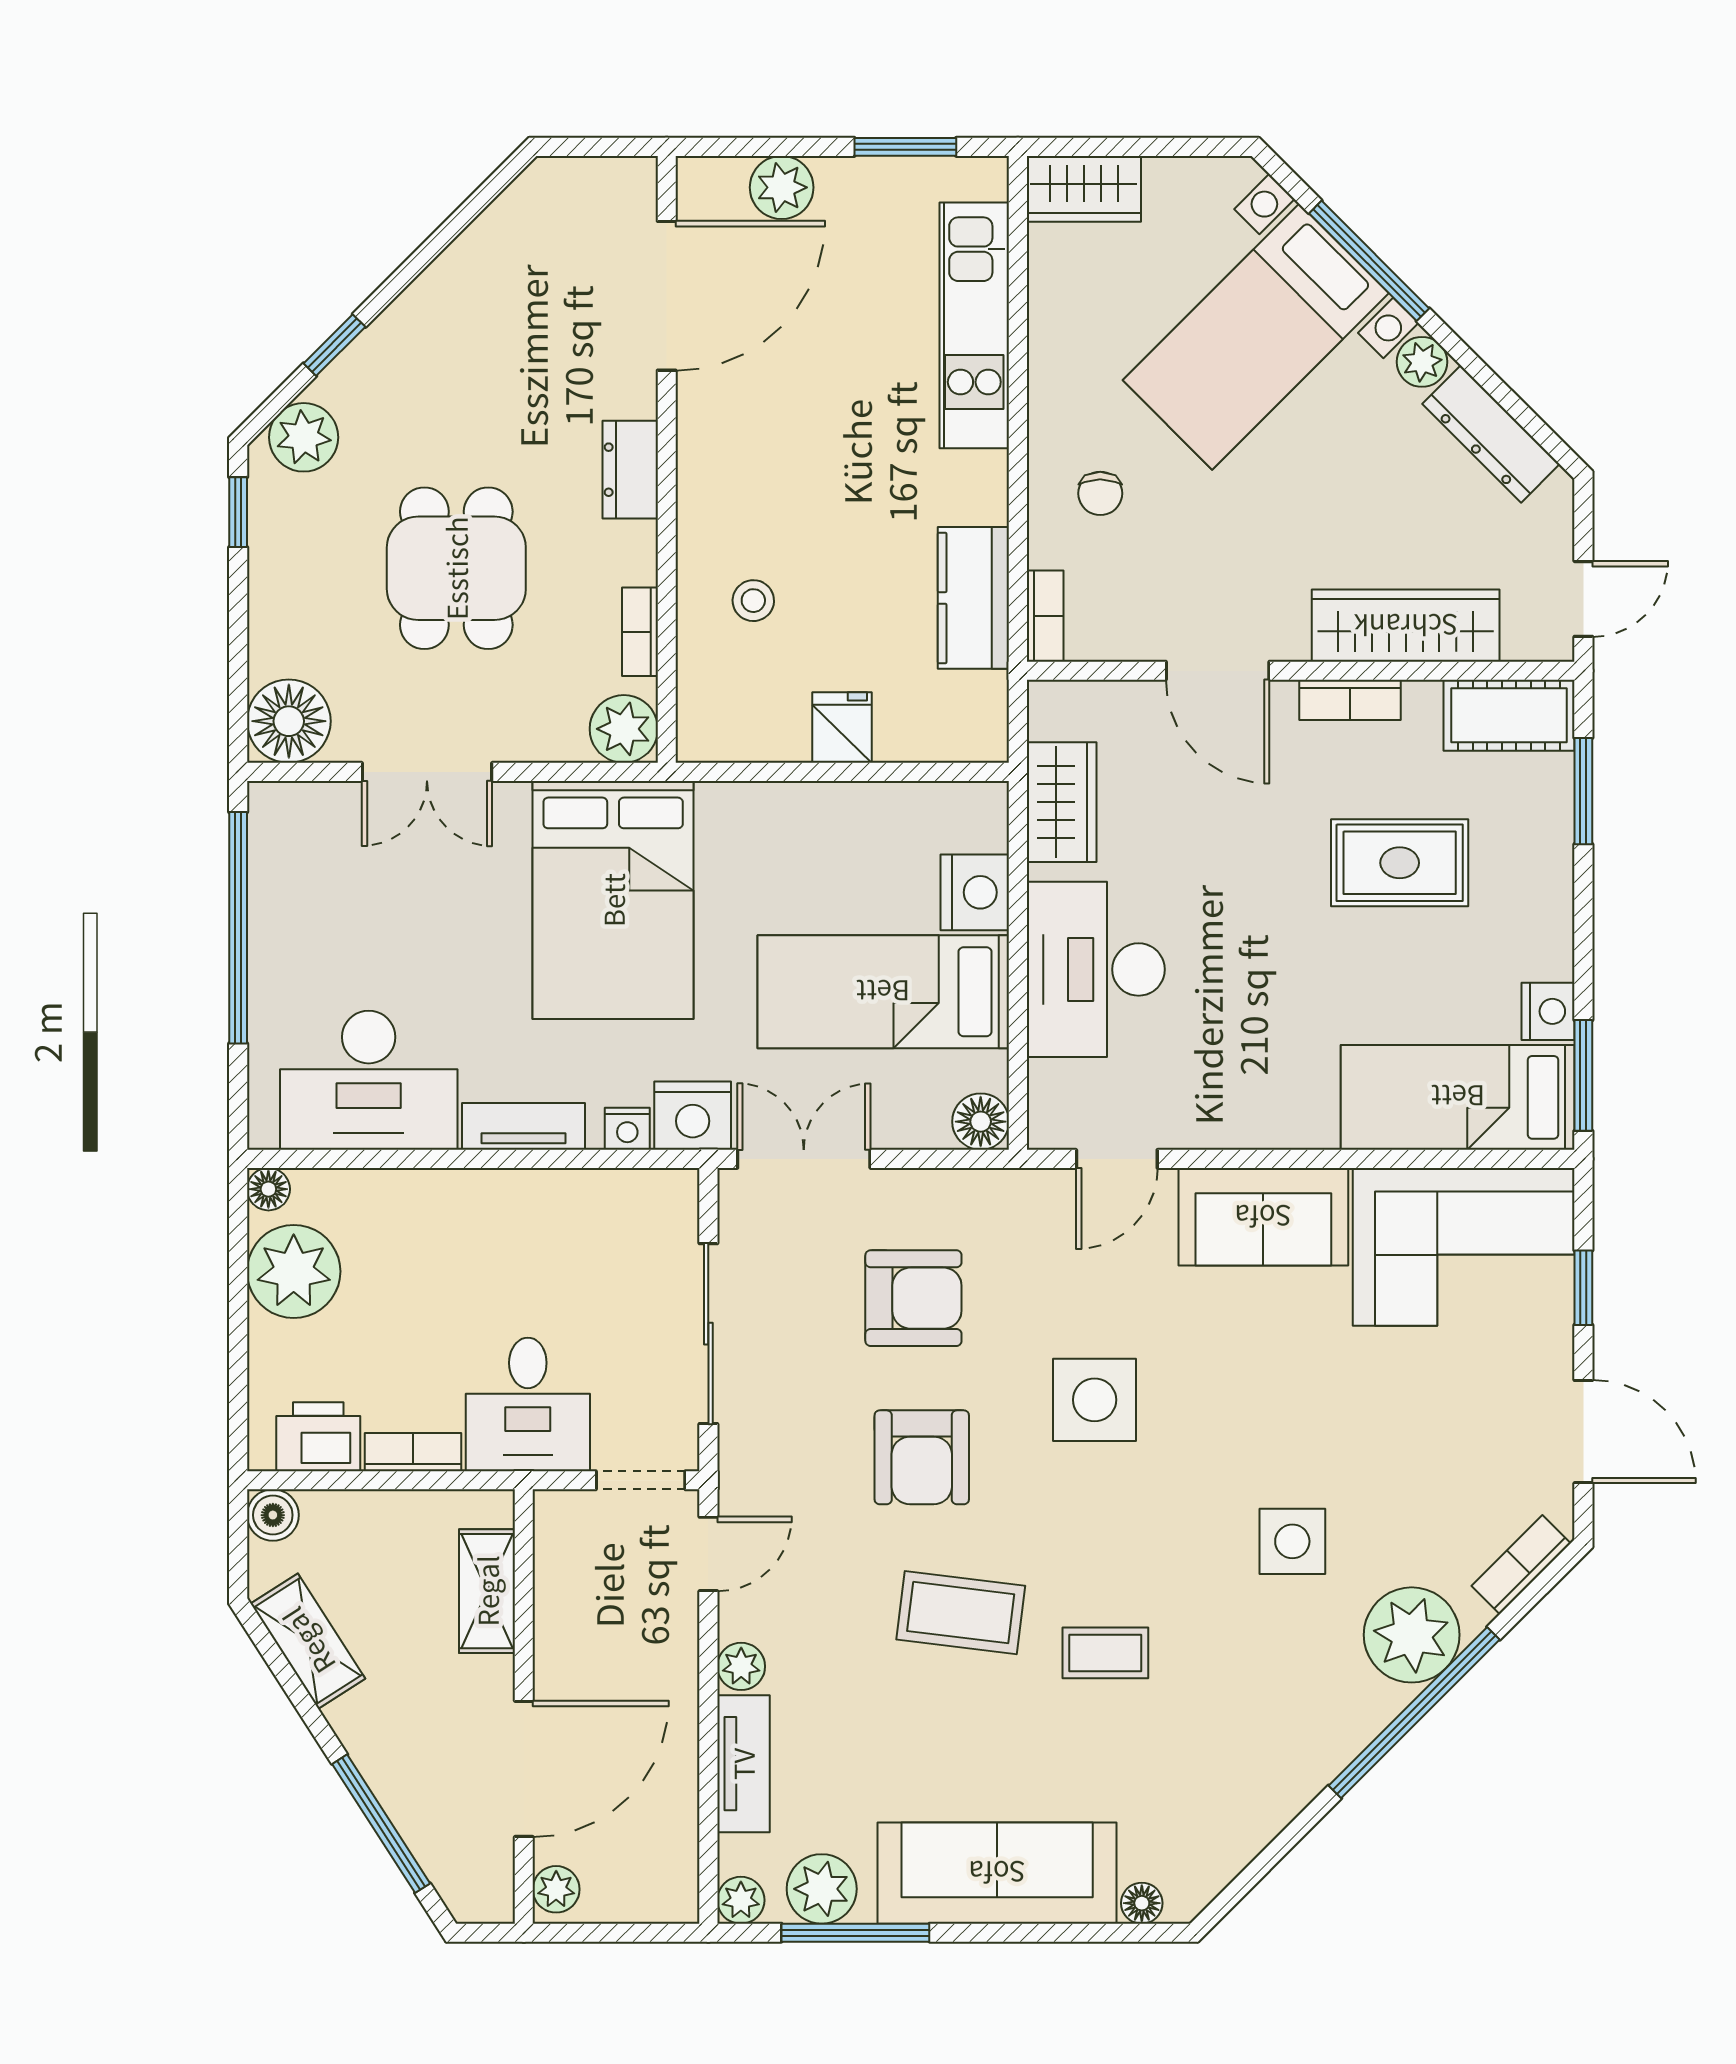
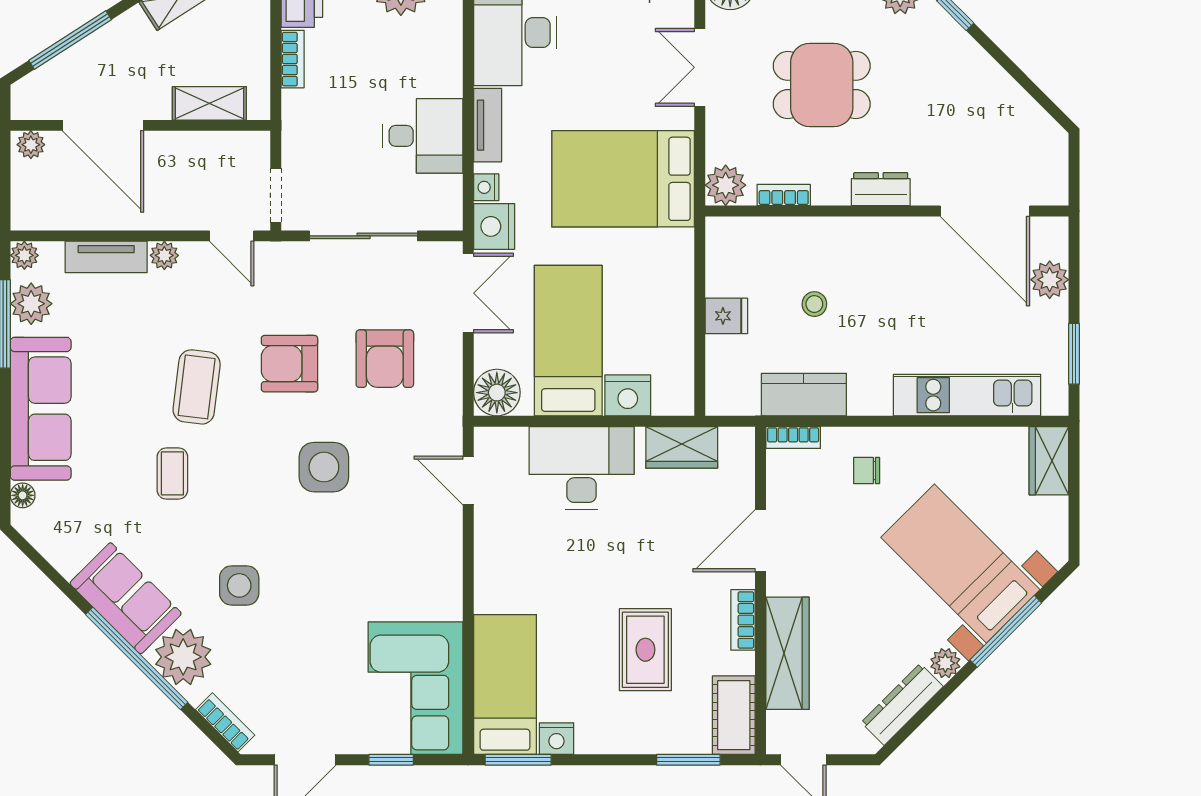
stool: (753, 601) -> (814, 304), moved
floor lamp: (981, 1122) -> (497, 393), width x1.38, depth x1.38
sofa: (1263, 1217) -> (126, 598), moved, turned 135
desk: (528, 1404) -> (423, 136), moved, turned 180

